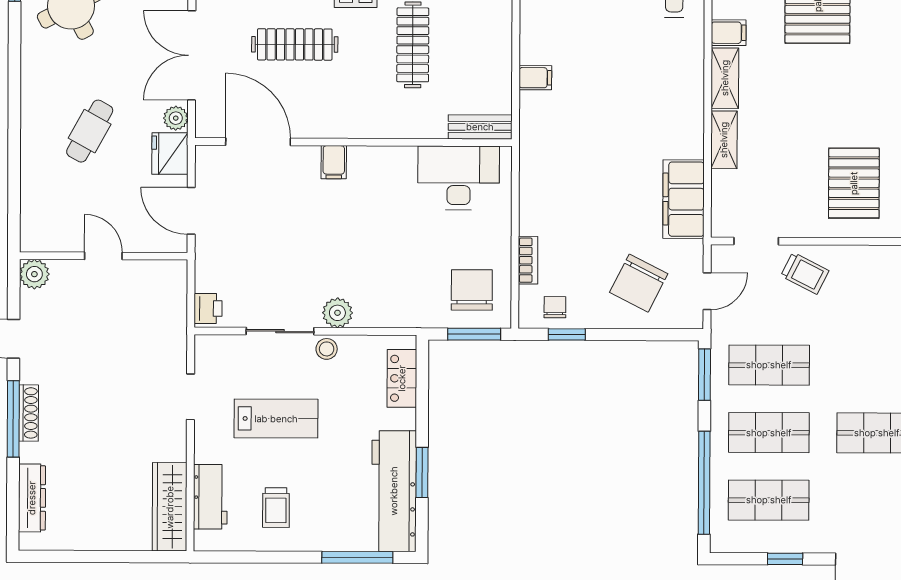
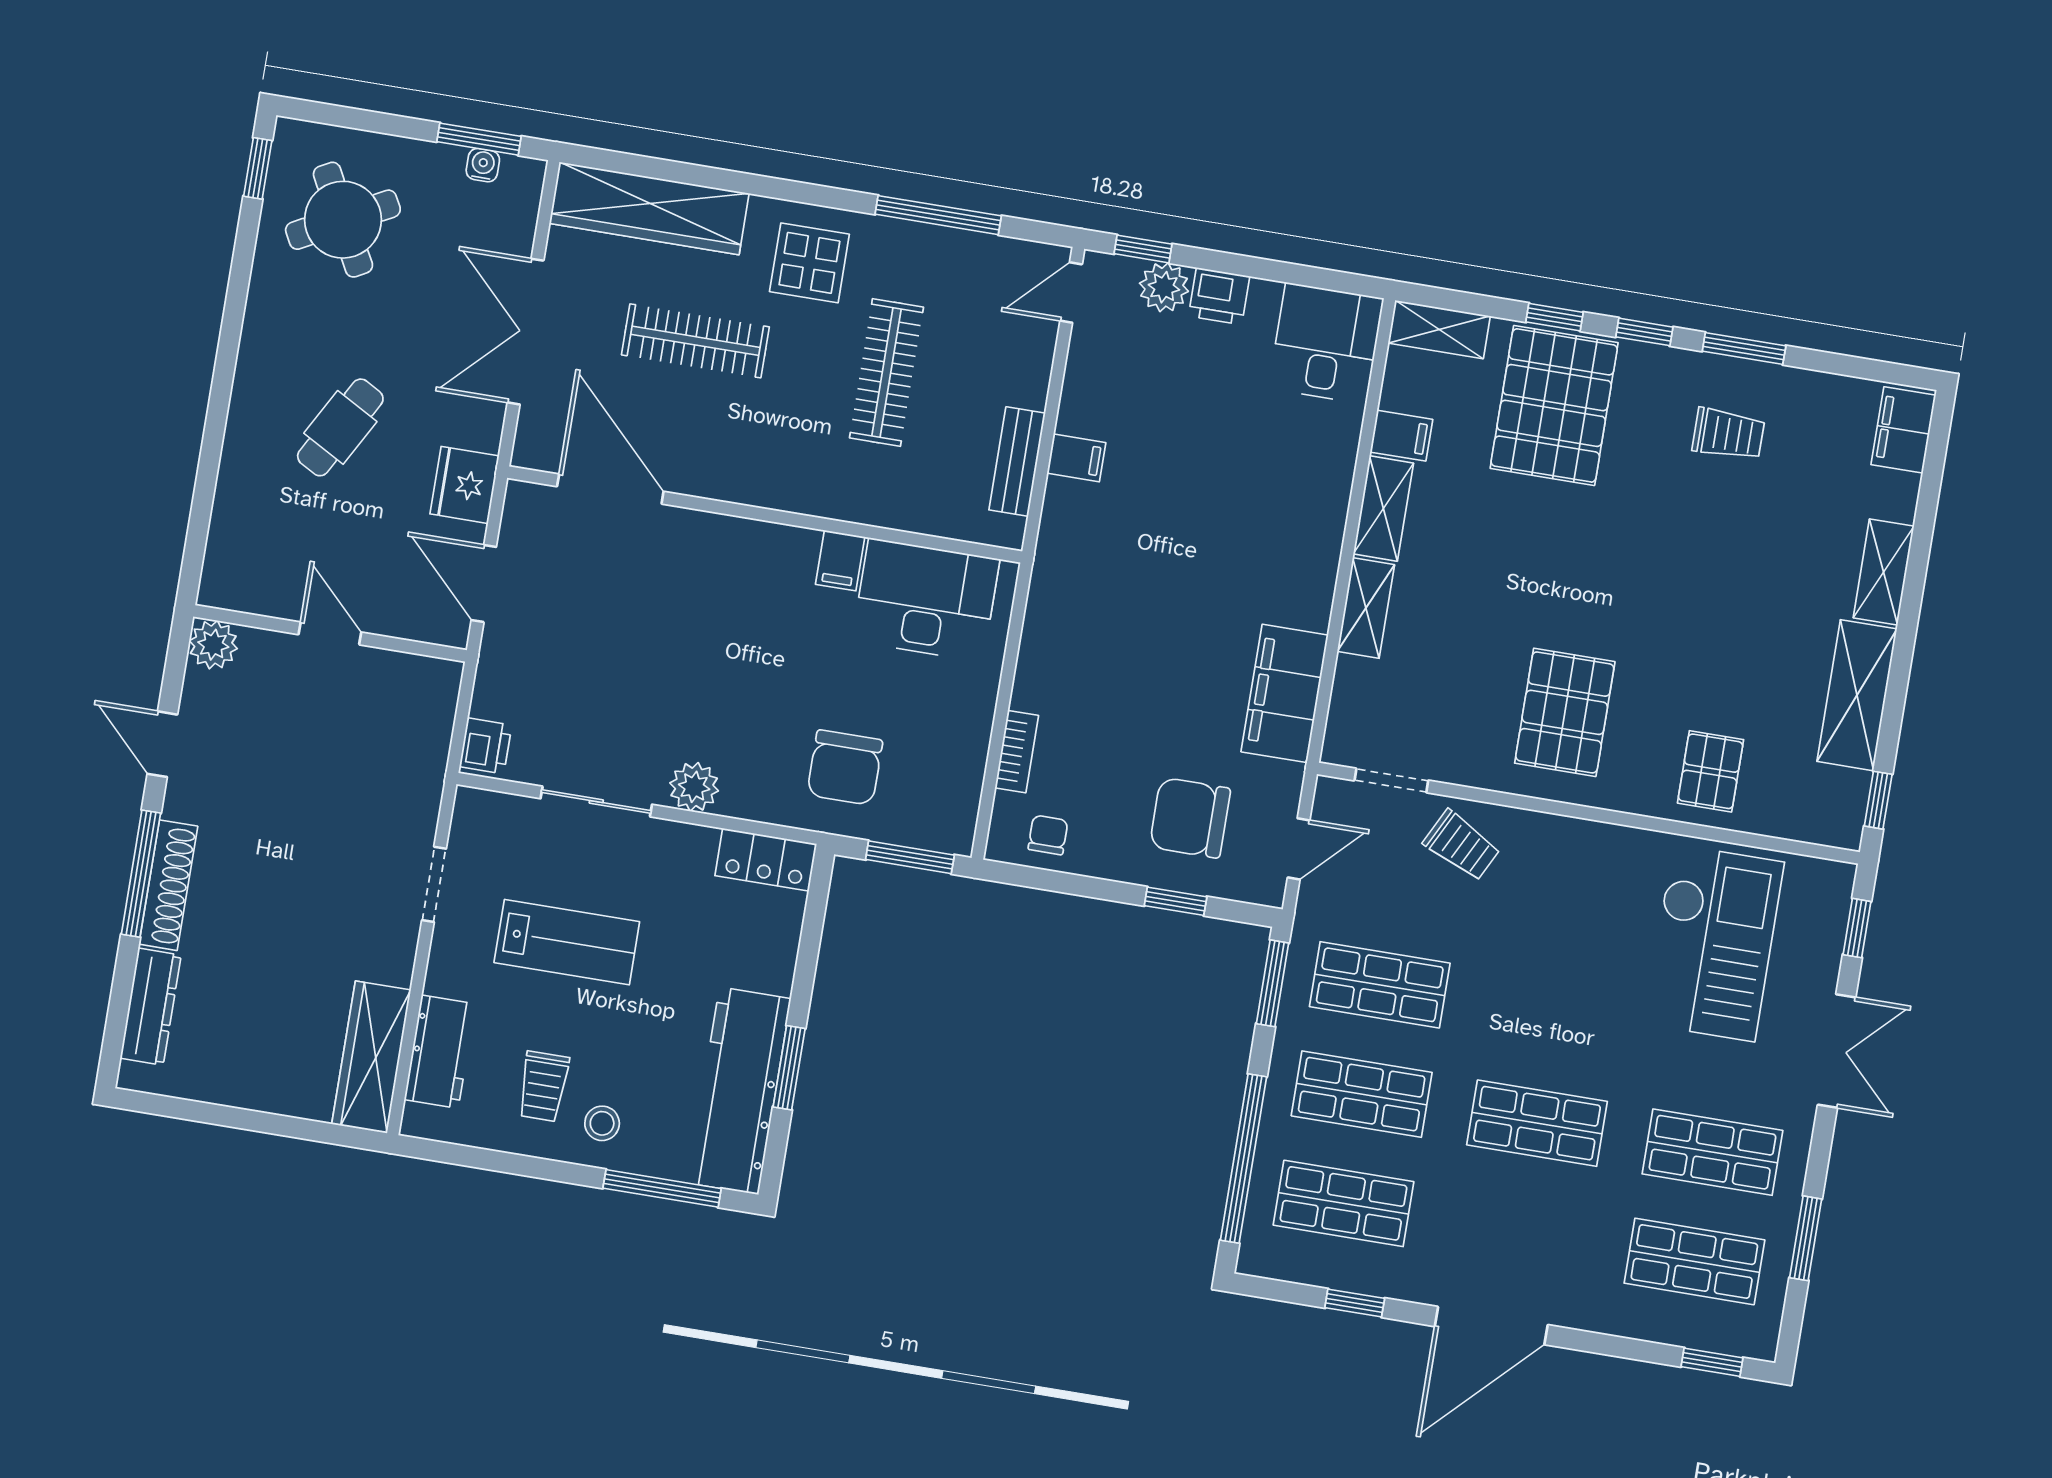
plant: (176, 118) -> (483, 429), removed
bench: (480, 127) -> (1017, 462), moved, turned 90
filing cabinet: (334, 162) -> (840, 561), moved
chair: (639, 283) -> (1190, 818), turned 63
chair: (472, 290) -> (845, 768), moved, turned 180
window: (567, 334) -> (1176, 901), moved
stool: (327, 349) -> (602, 1123), moved
locker: (402, 378) -> (766, 860), moved, turned -90
shoe rack: (29, 413) -> (168, 885), width x1.36, depth x1.24

